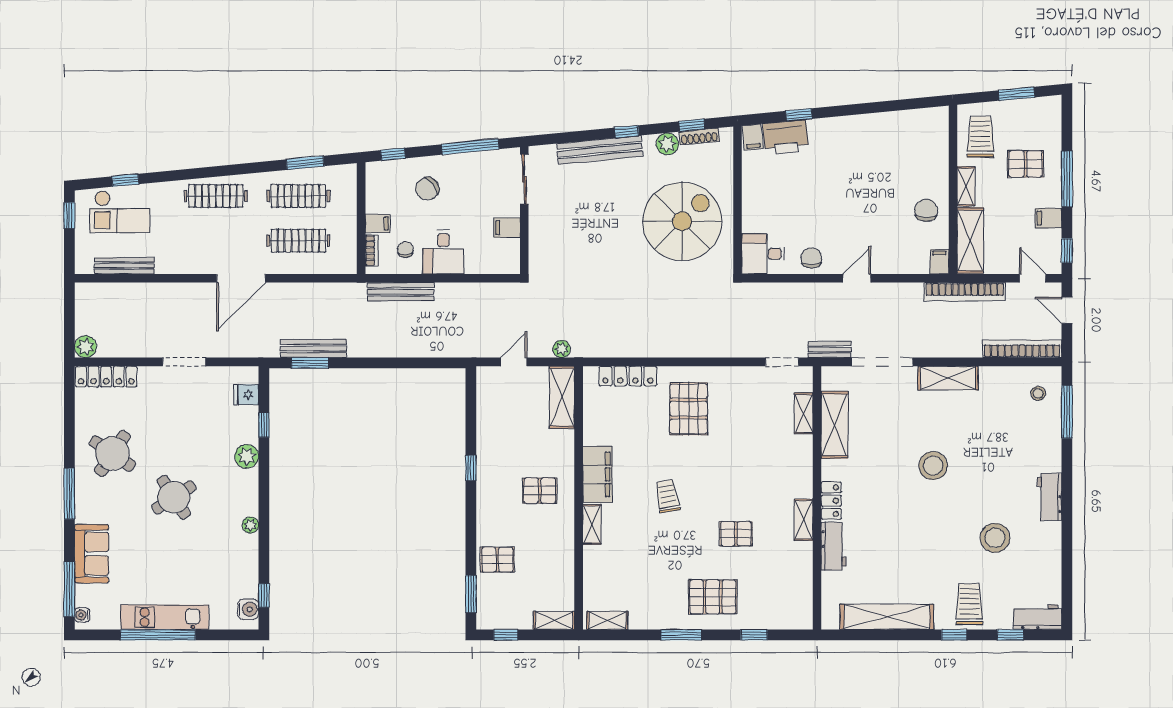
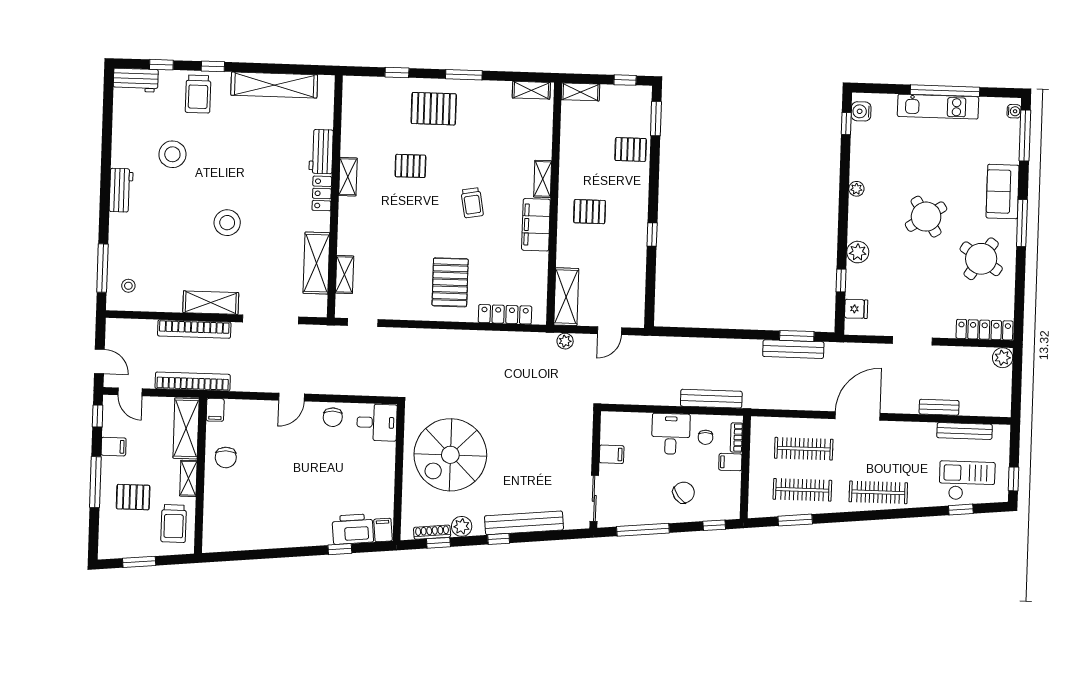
bookcase: (1022, 349) -> (194, 329), moved
bench: (829, 350) -> (939, 407), moved
sofa: (92, 554) -> (1003, 192), moved

